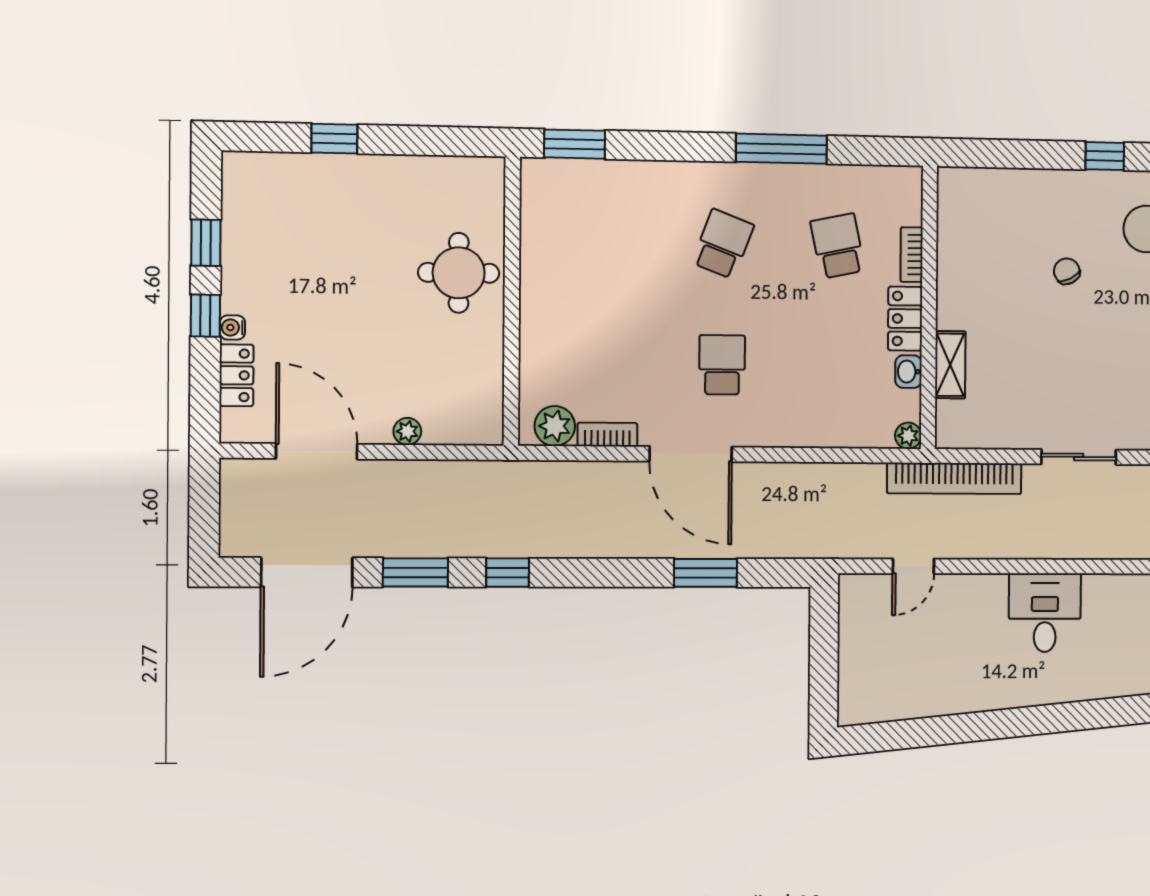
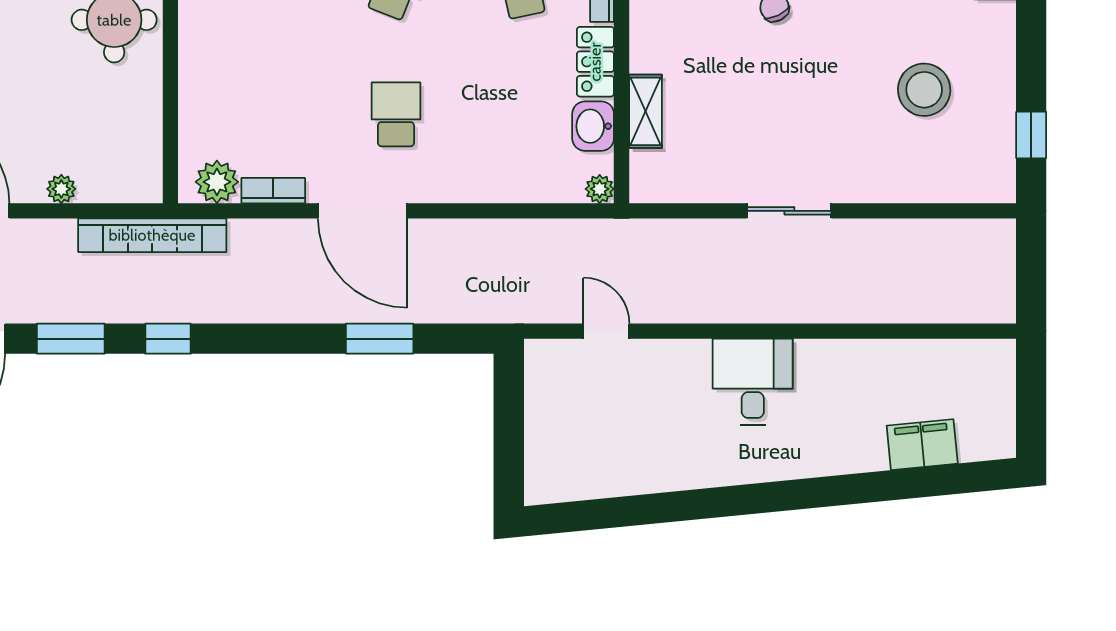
washbasin: (909, 372) -> (593, 126), width x1.38, depth x1.45
bookcase: (954, 478) -> (152, 235), moved
door: (913, 566) -> (606, 331), swing flipped

